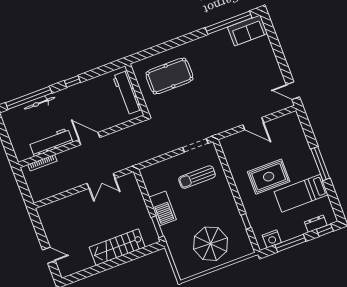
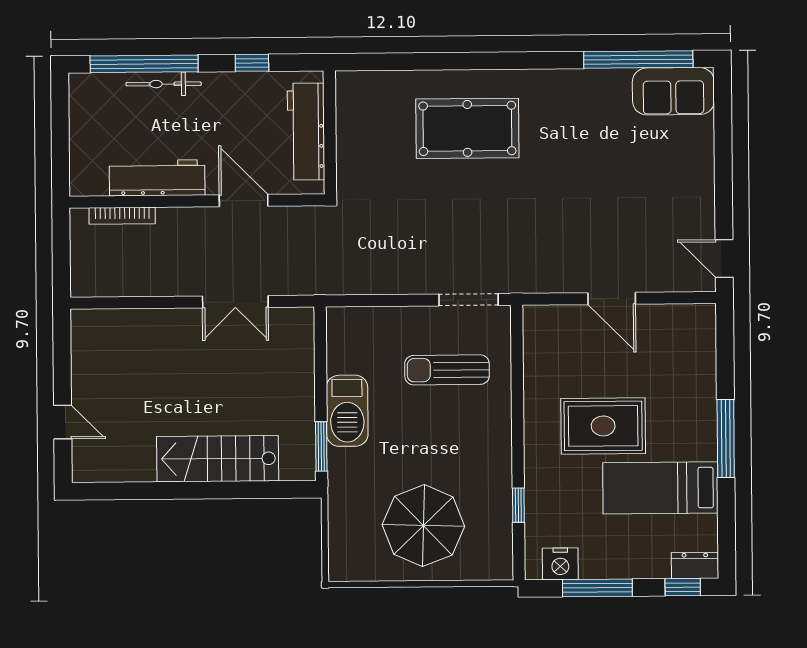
wall: (137, 90) -> (330, 132), moved
workbench: (127, 93) -> (306, 131), moved
dresser: (316, 224) -> (695, 565), moved

